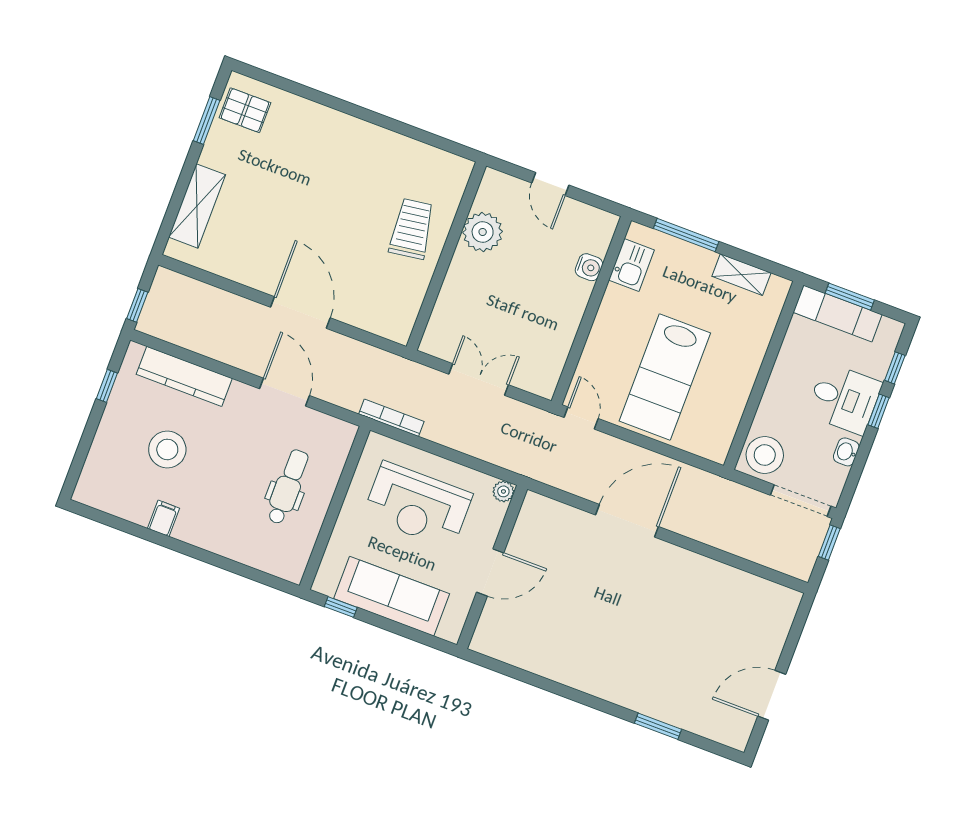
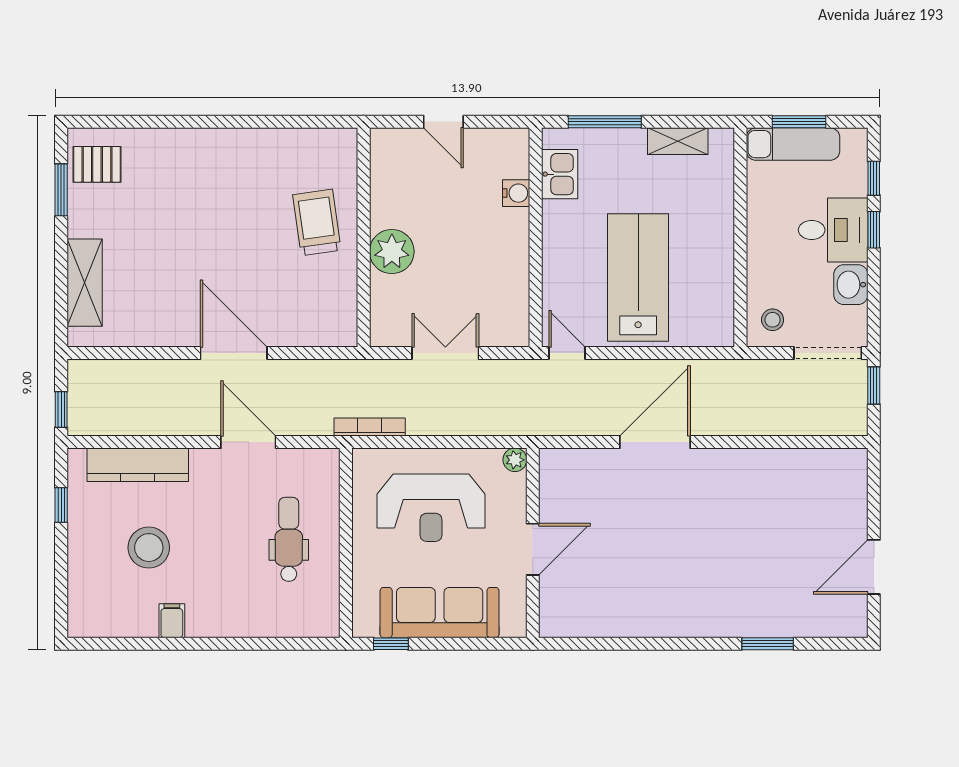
plant: (483, 232) -> (392, 252), moved
lab bench: (665, 377) -> (638, 278), turned 180
washbasin: (846, 452) -> (851, 285), width x1.38, depth x1.45
stool: (765, 455) -> (773, 320), width x0.53, depth x0.53

